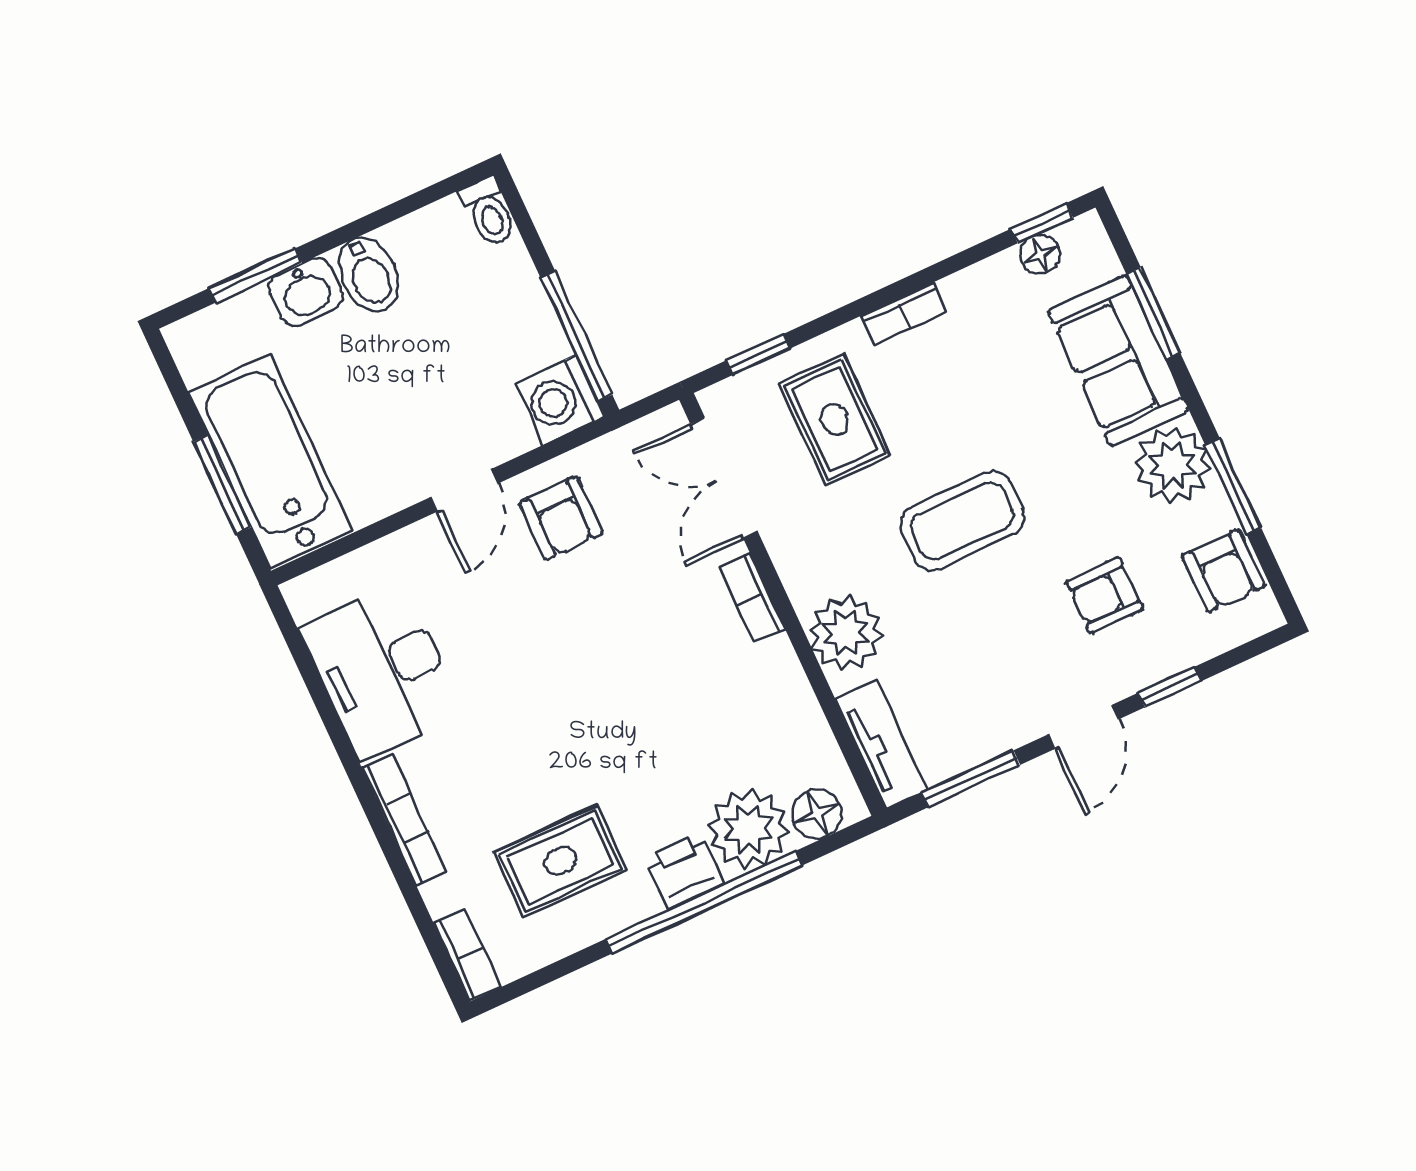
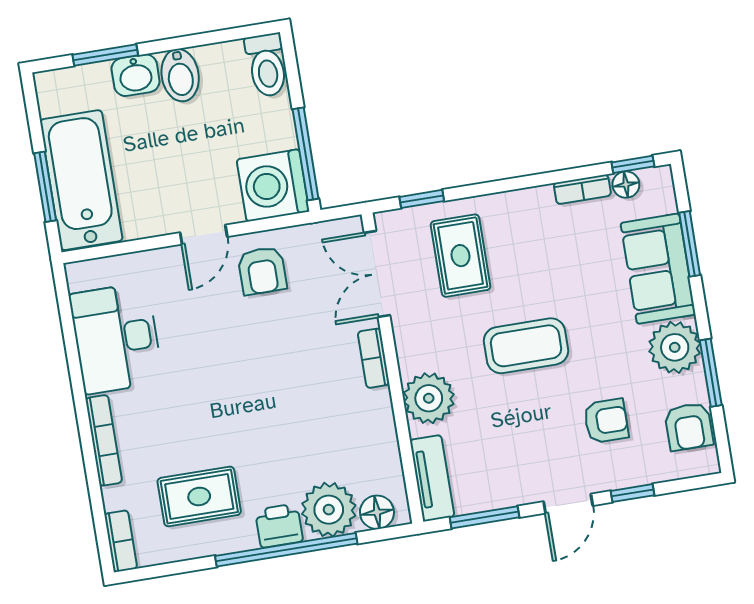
toilet: (488, 212) -> (267, 65), width x1.37, depth x1.39
bookcase: (904, 314) -> (582, 189), moved
washing machine: (560, 400) -> (273, 185), width x1.37, depth x1.37
armchair: (1104, 595) -> (606, 421), turned 180

